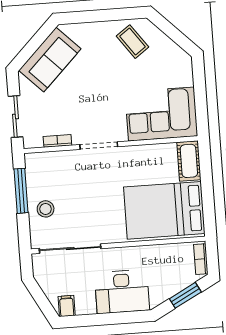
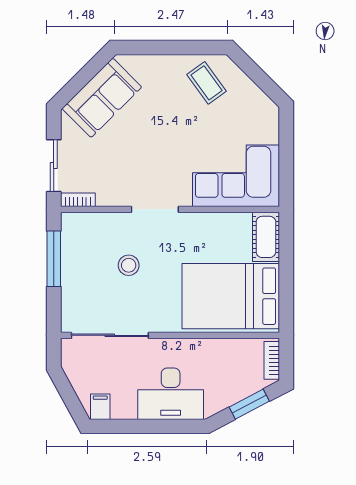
bookcase: (57, 141) -> (78, 200), moved
stool: (46, 209) -> (129, 265), moved

